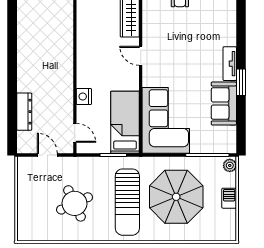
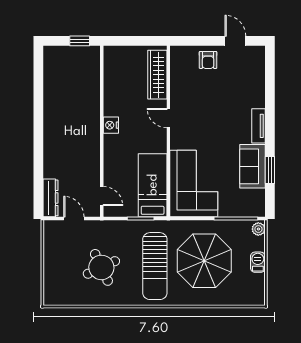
window: (241, 82) -> (270, 170), moved
nightstand: (84, 97) -> (111, 125), moved
dresser: (24, 112) -> (51, 198), moved

